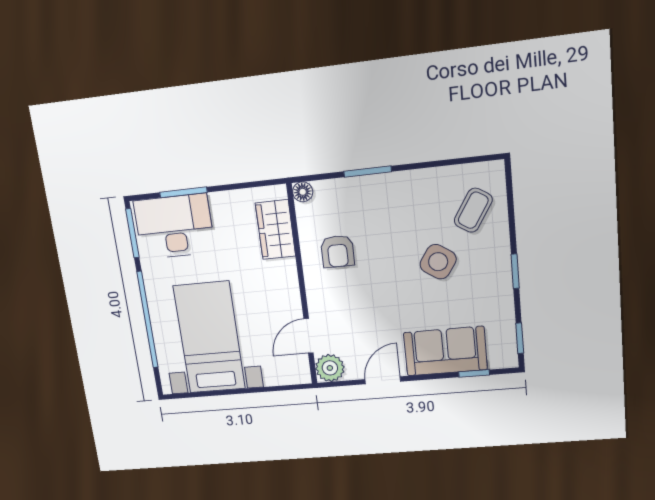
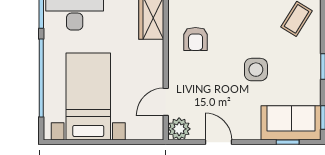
side table: (438, 262) -> (256, 70), moved, turned -34
sofa: (445, 351) -> (291, 123), moved
door: (383, 380) -> (218, 142), hinge flipped

